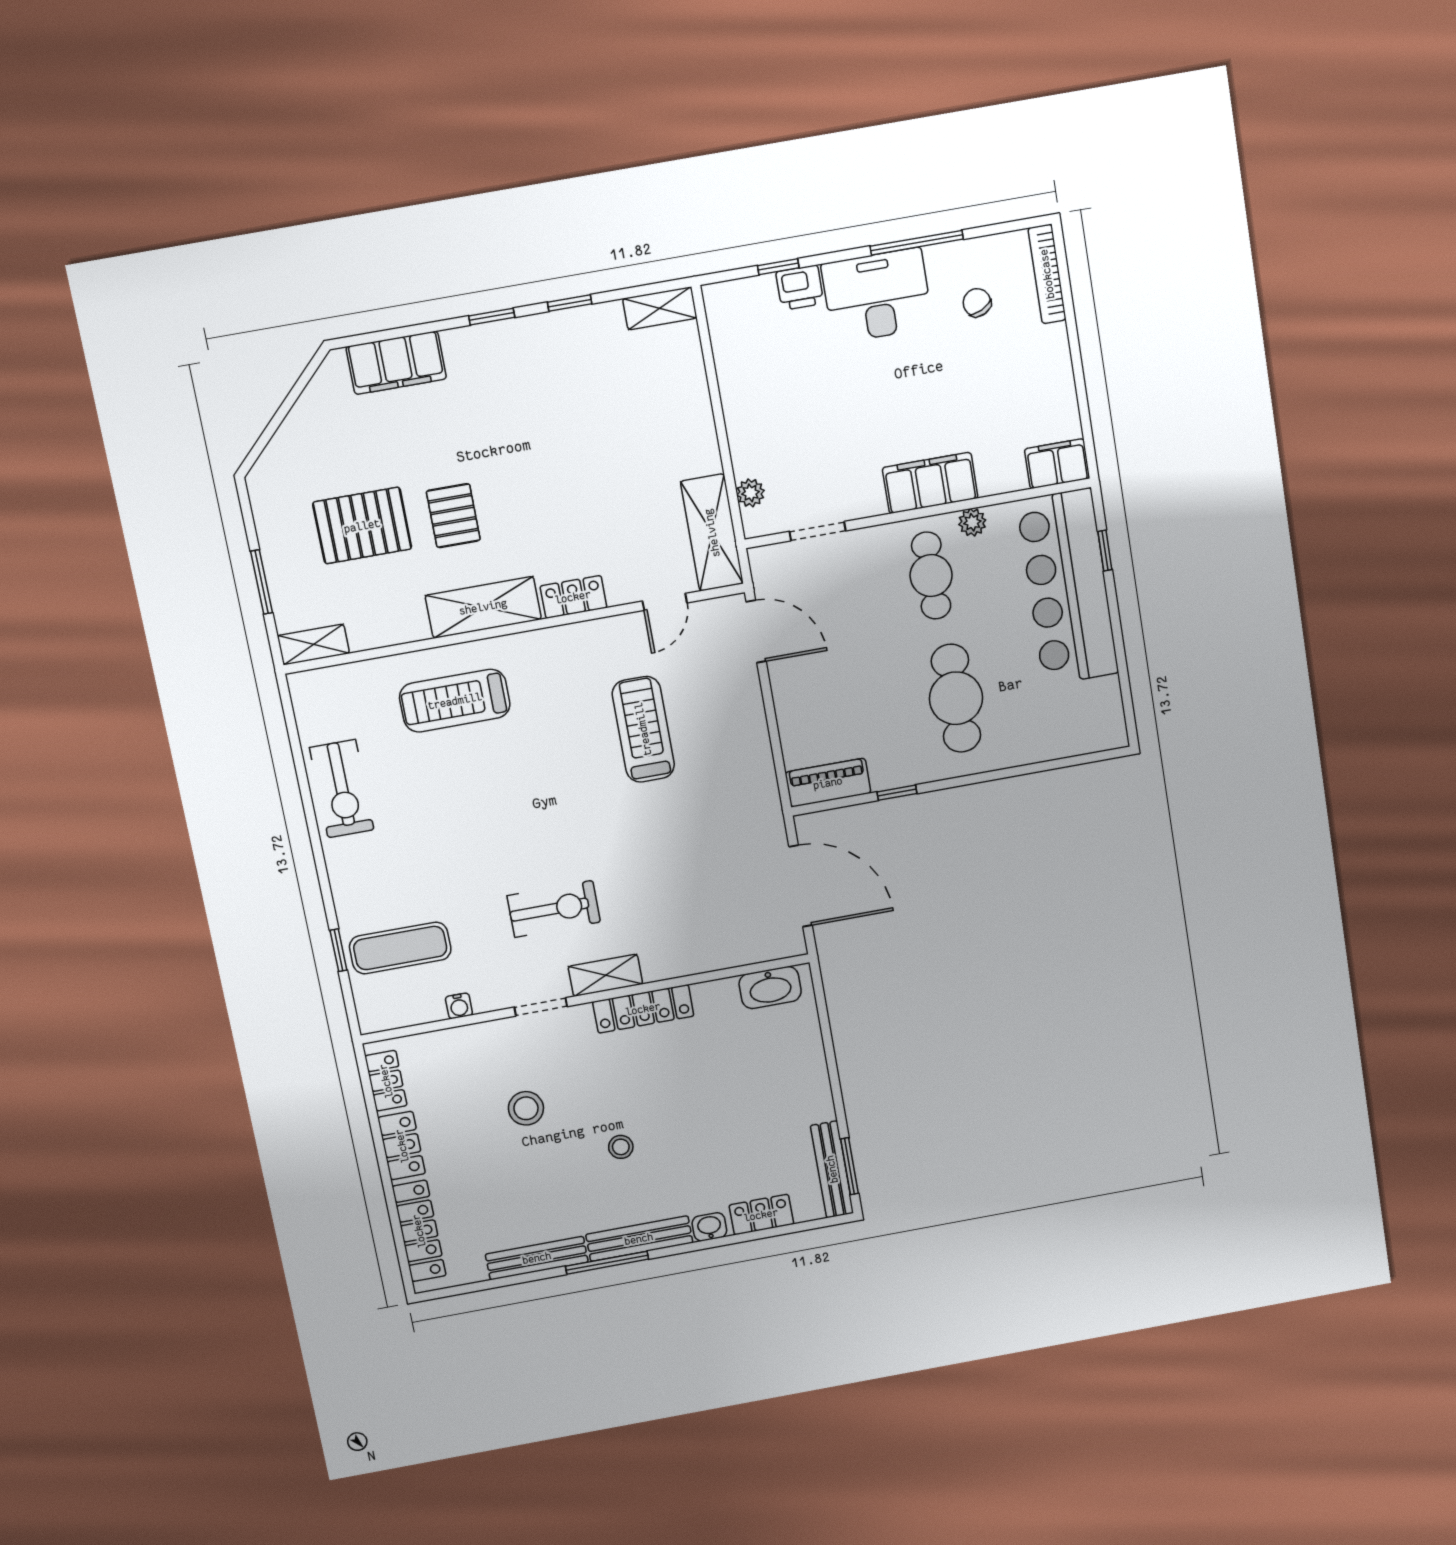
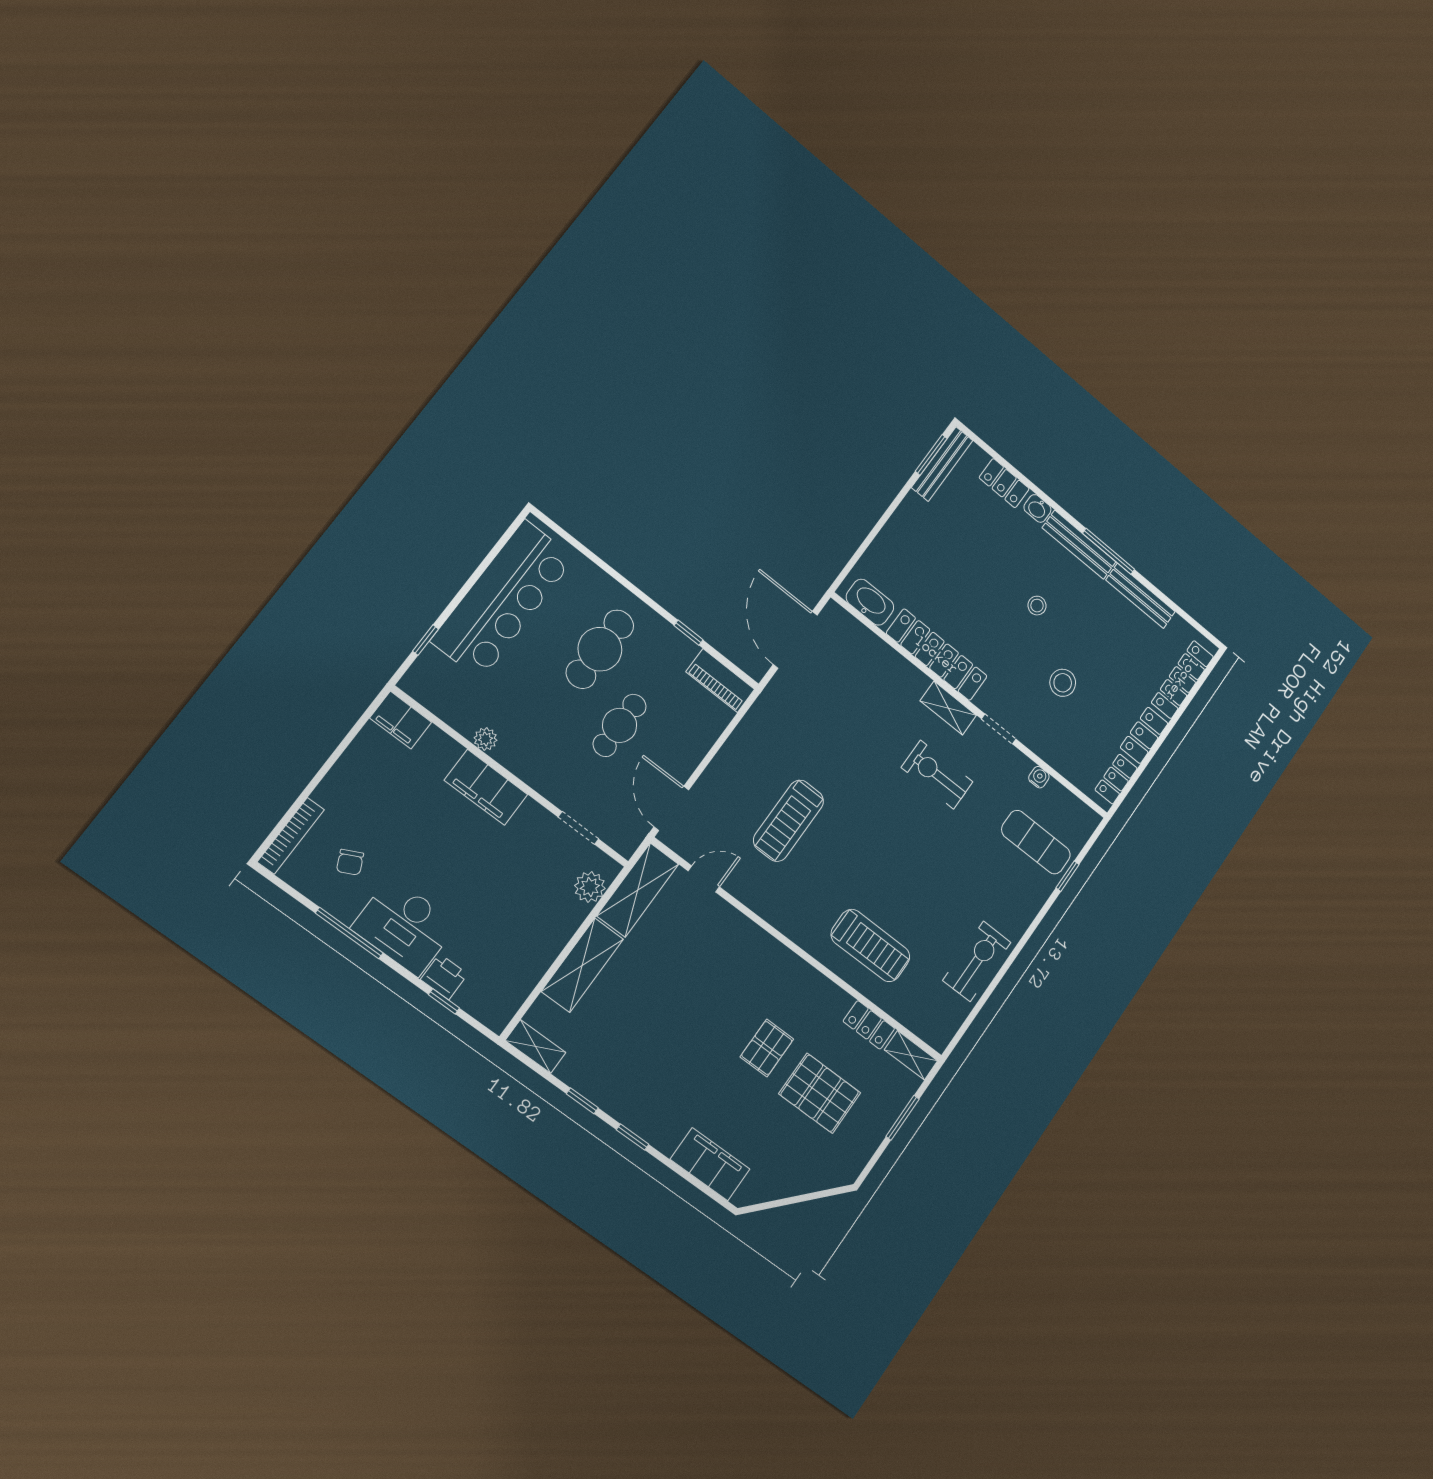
plant: (751, 493) -> (590, 887), width x1.38, depth x1.38
cafe table: (931, 576) -> (620, 725), moved
bar counter: (1068, 587) -> (503, 599), moved
locker: (573, 597) -> (869, 1025), moved
shelving: (483, 607) -> (582, 965), moved, turned 90
locker: (643, 1009) -> (937, 655), width x1.41, depth x1.21

